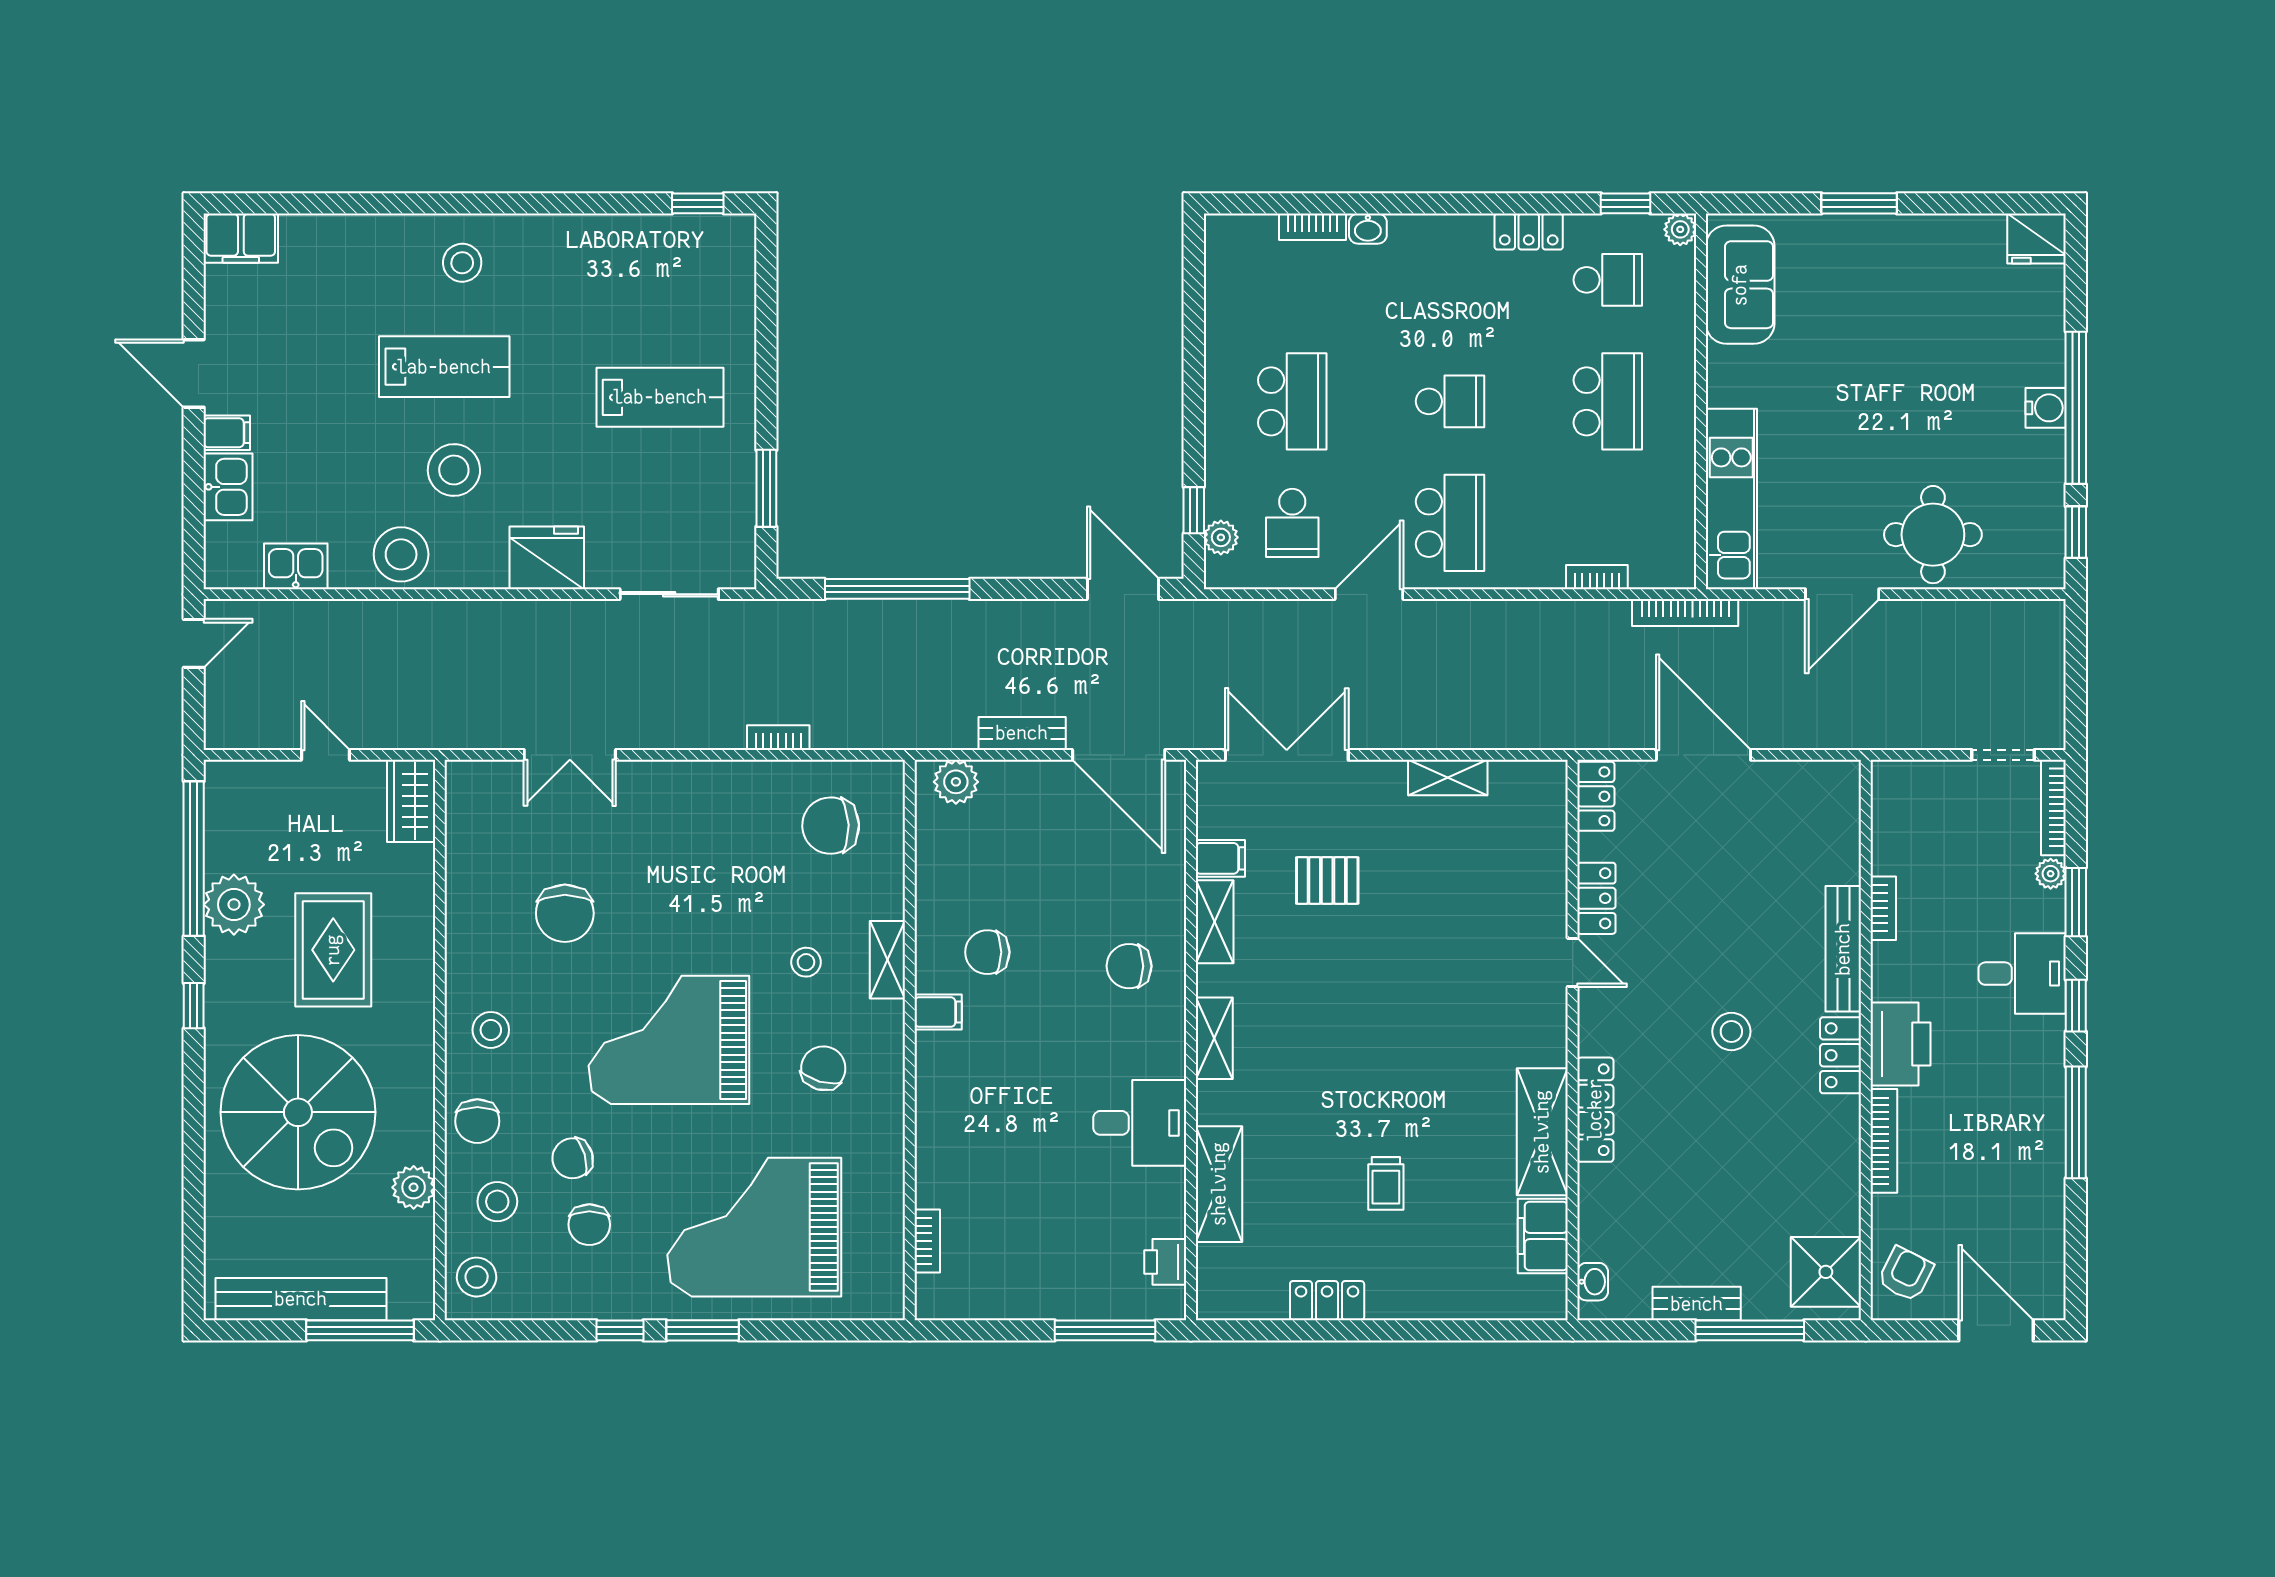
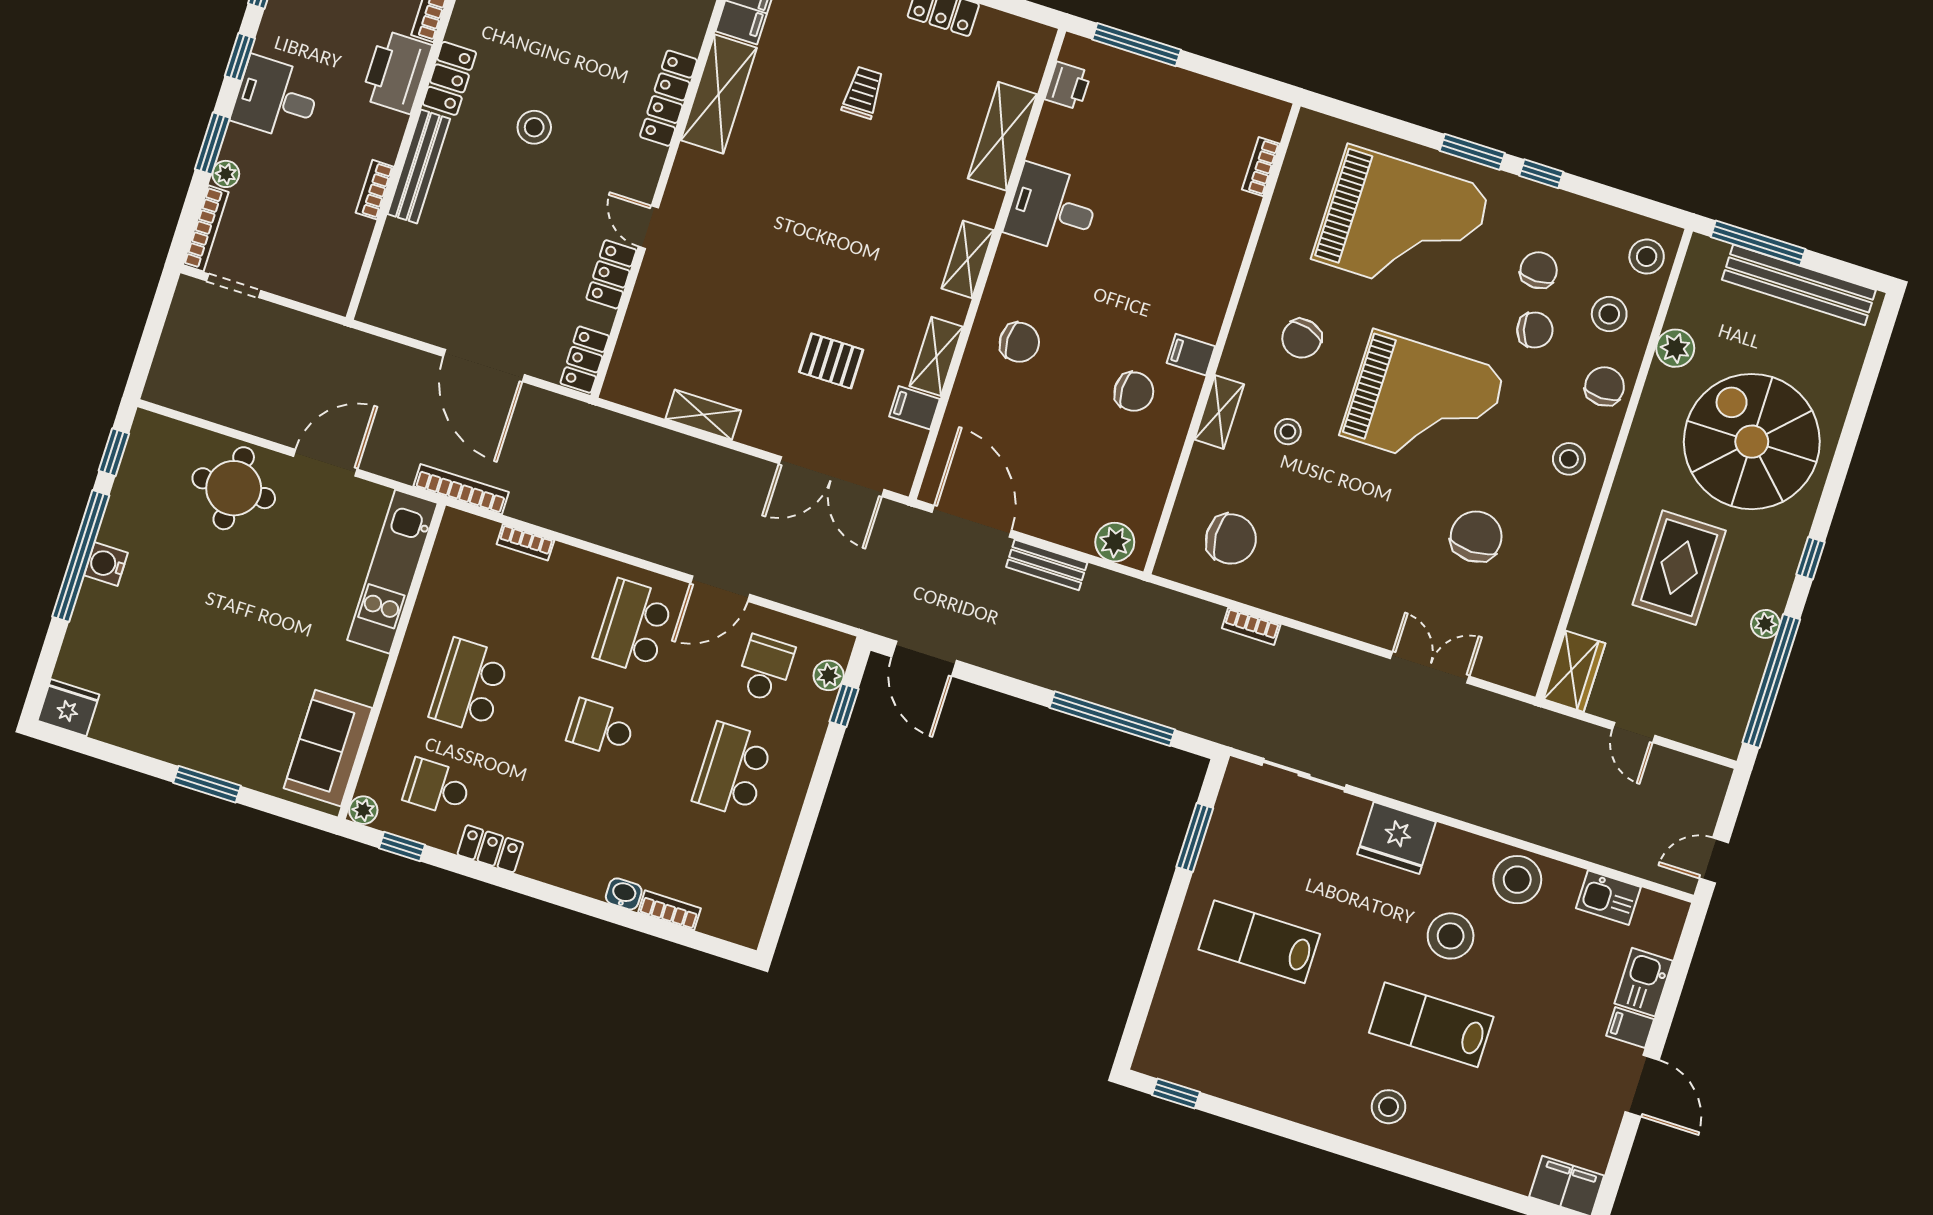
plant: (234, 905) -> (1765, 624), width x0.53, depth x0.53

